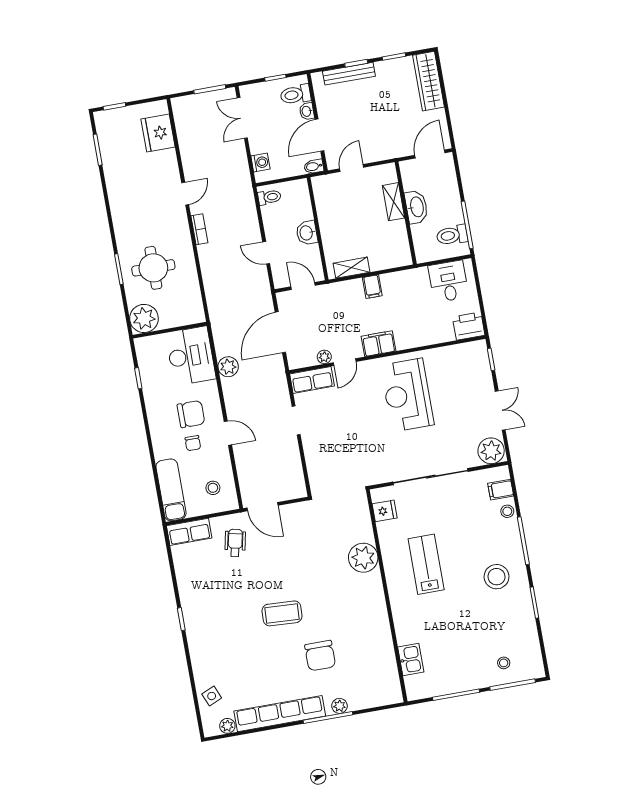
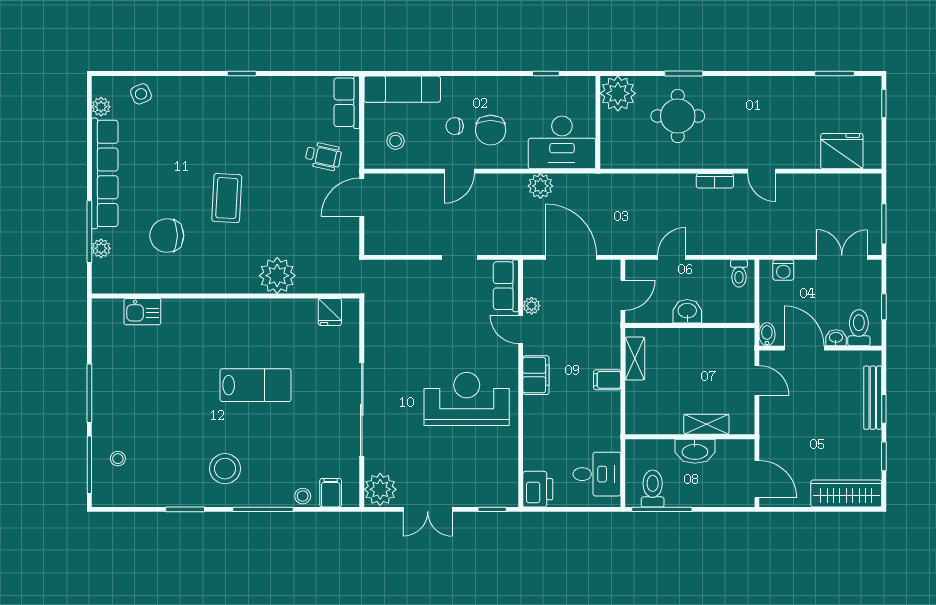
fridge: (385, 511) -> (330, 312), moved
plant: (363, 558) -> (277, 276), moved
wall: (387, 596) -> (226, 296), moved
kitchen sink: (411, 659) -> (142, 312), moved

